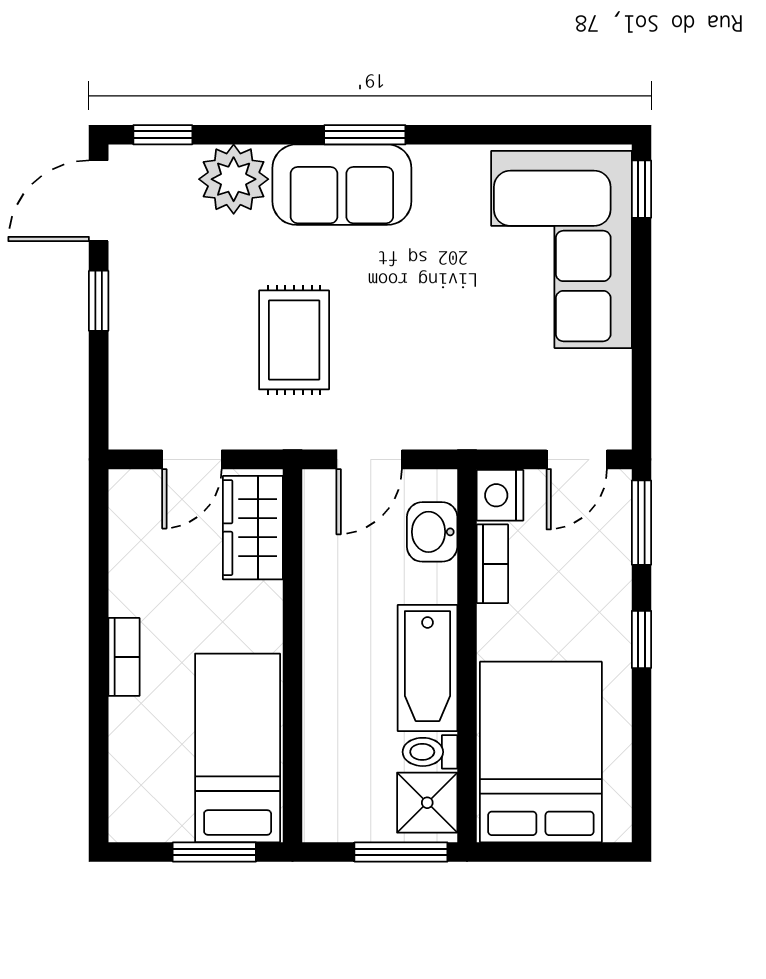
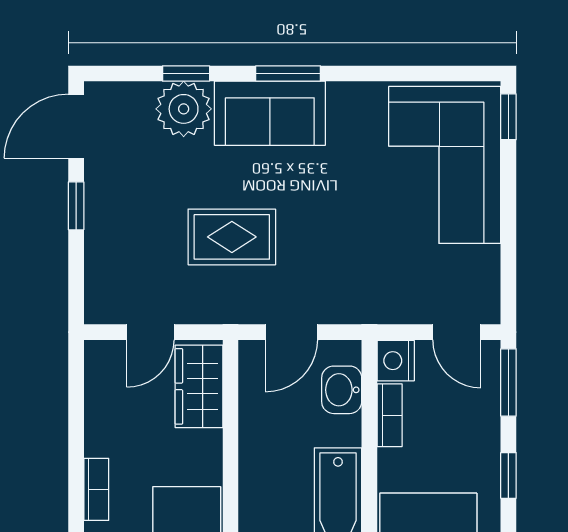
window: (163, 135) -> (186, 73), moved
rug: (294, 340) -> (232, 237), turned 90
door: (577, 459) -> (457, 332), hinge flipped

